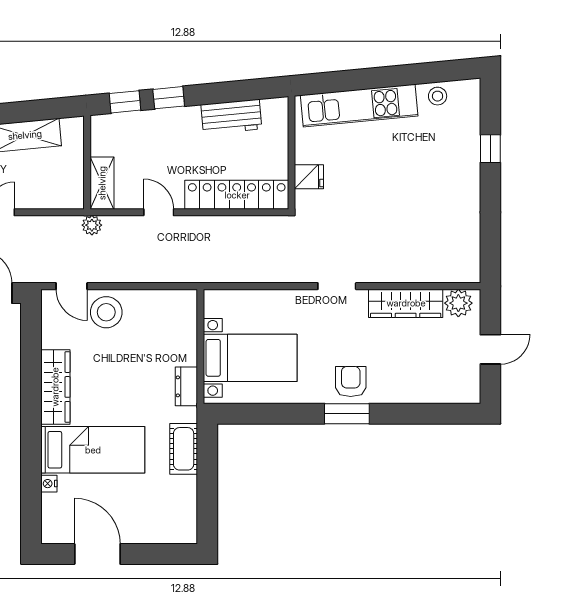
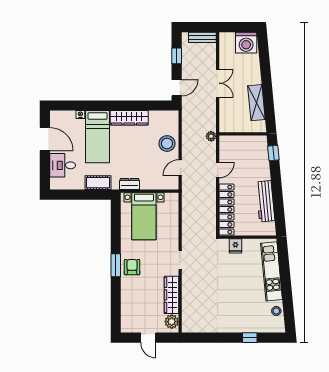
window: (169, 98) -> (275, 175), removed
workbench: (231, 117) -> (265, 201), width x1.38
shelving: (102, 183) -> (232, 141), removed
door: (72, 286) -> (180, 168), moved
armchair: (351, 381) -> (132, 267), turned -90
desk: (149, 519) -> (63, 165), added
door: (97, 554) -> (45, 139), hinge flipped

